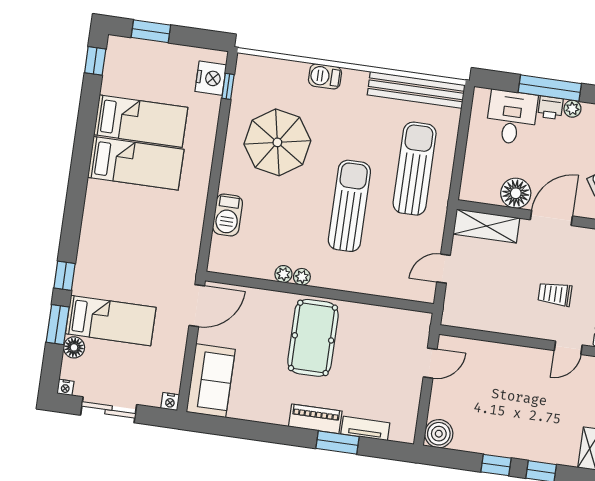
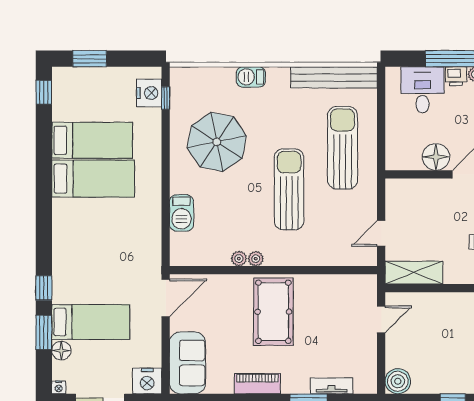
shelving: (486, 226) -> (414, 273), moved
nightstand: (170, 402) -> (147, 381), width x1.89, depth x1.79
piano: (315, 419) -> (257, 384), moved

